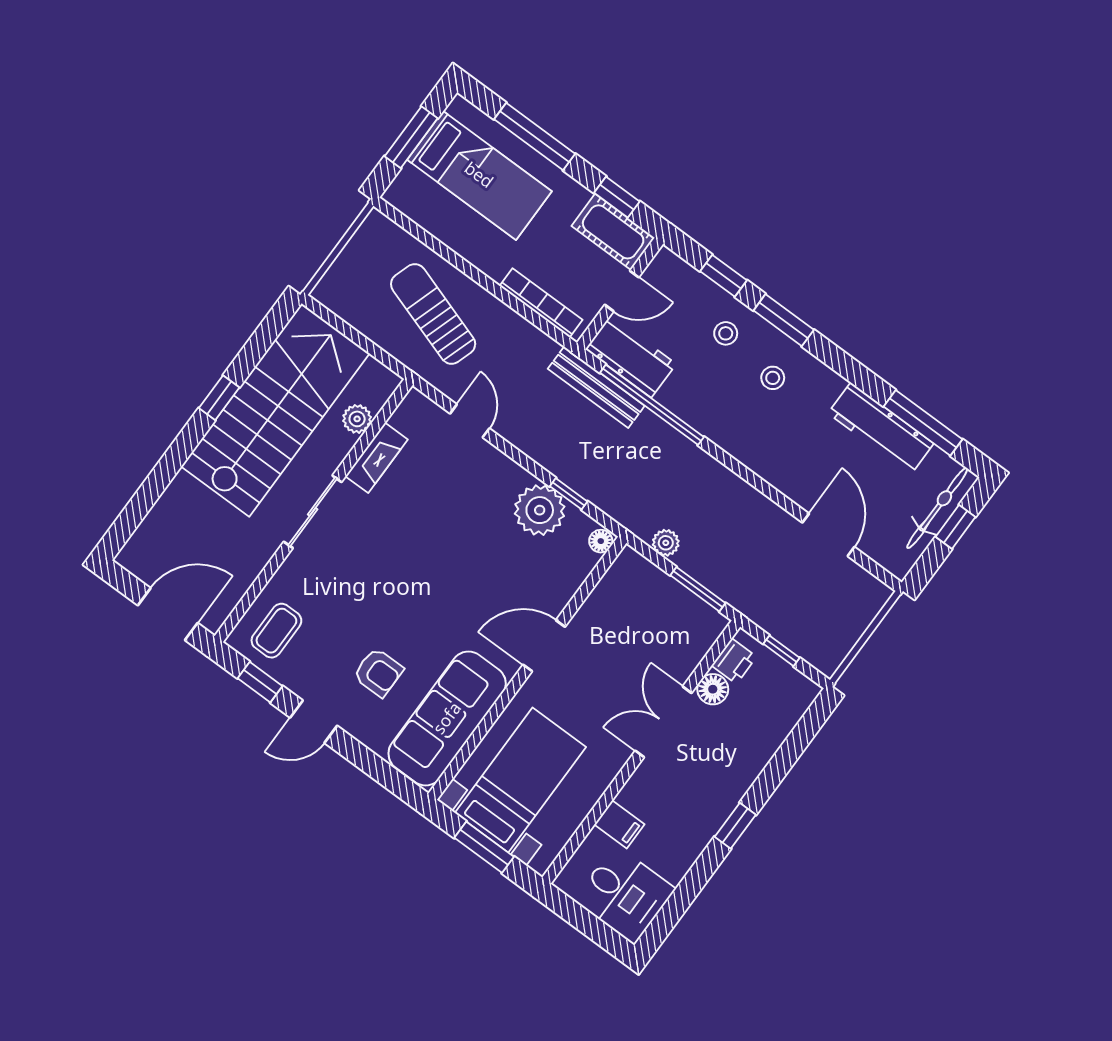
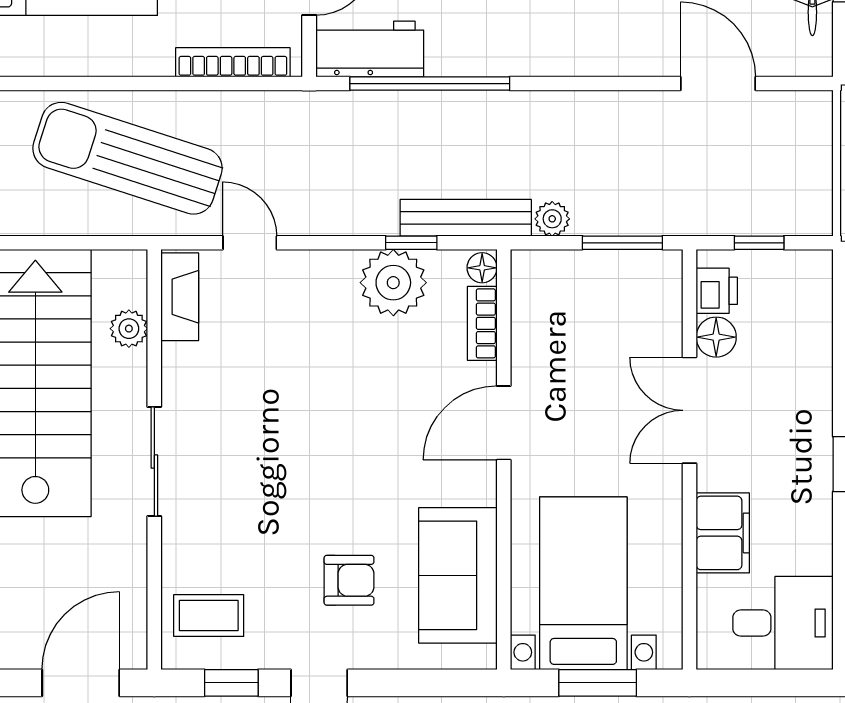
sun lounger: (433, 314) -> (127, 158), width x1.36, depth x1.34
bench: (596, 387) -> (466, 218), moved
fireplace: (376, 458) -> (180, 297), moved
bookcase: (576, 575) -> (482, 323), added
coffee table: (276, 631) -> (209, 616), turned 90
sofa: (447, 718) -> (458, 575), width x0.73
filing cabinet: (619, 824) -> (723, 533), width x2.00

